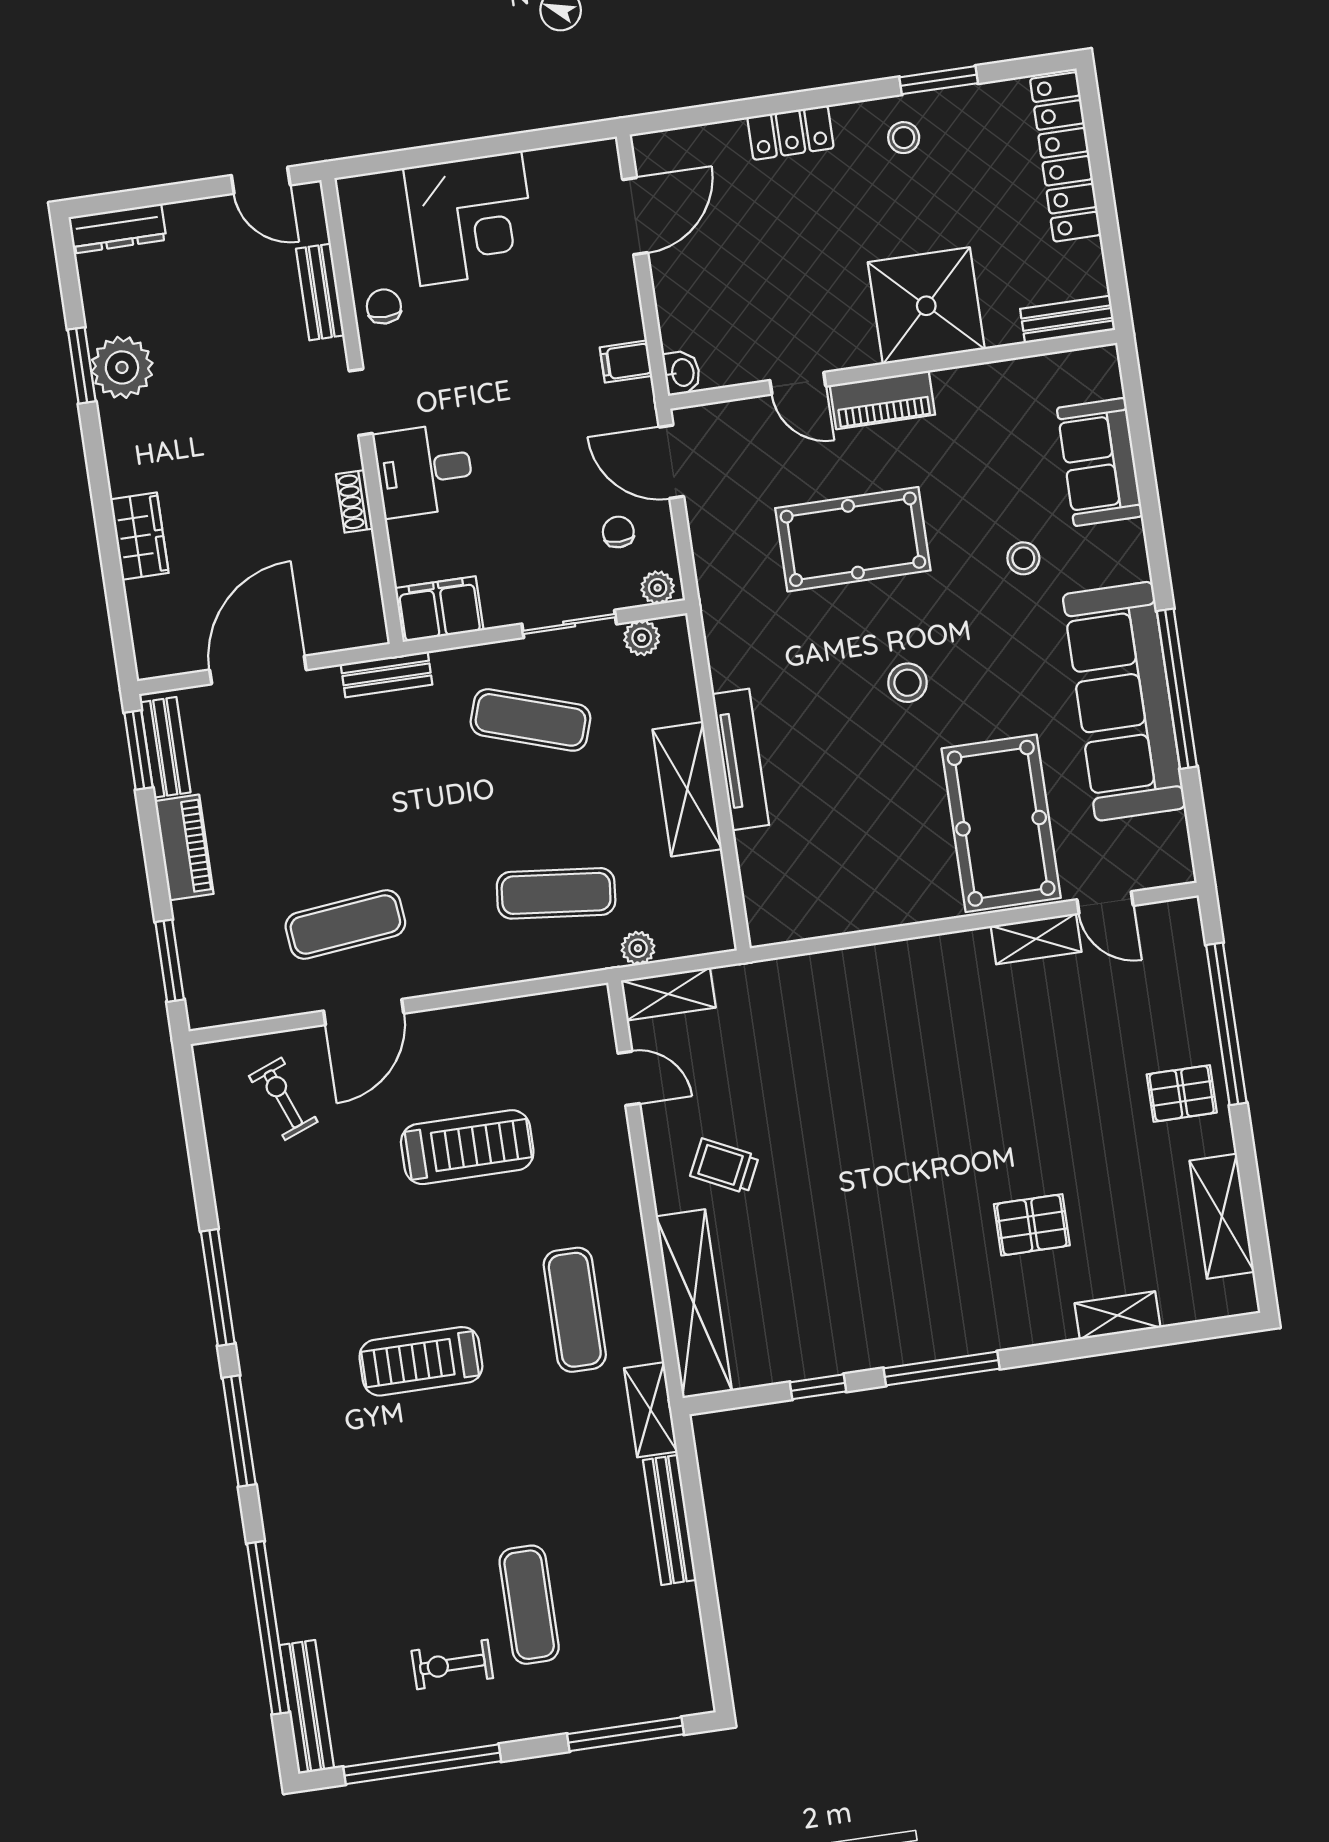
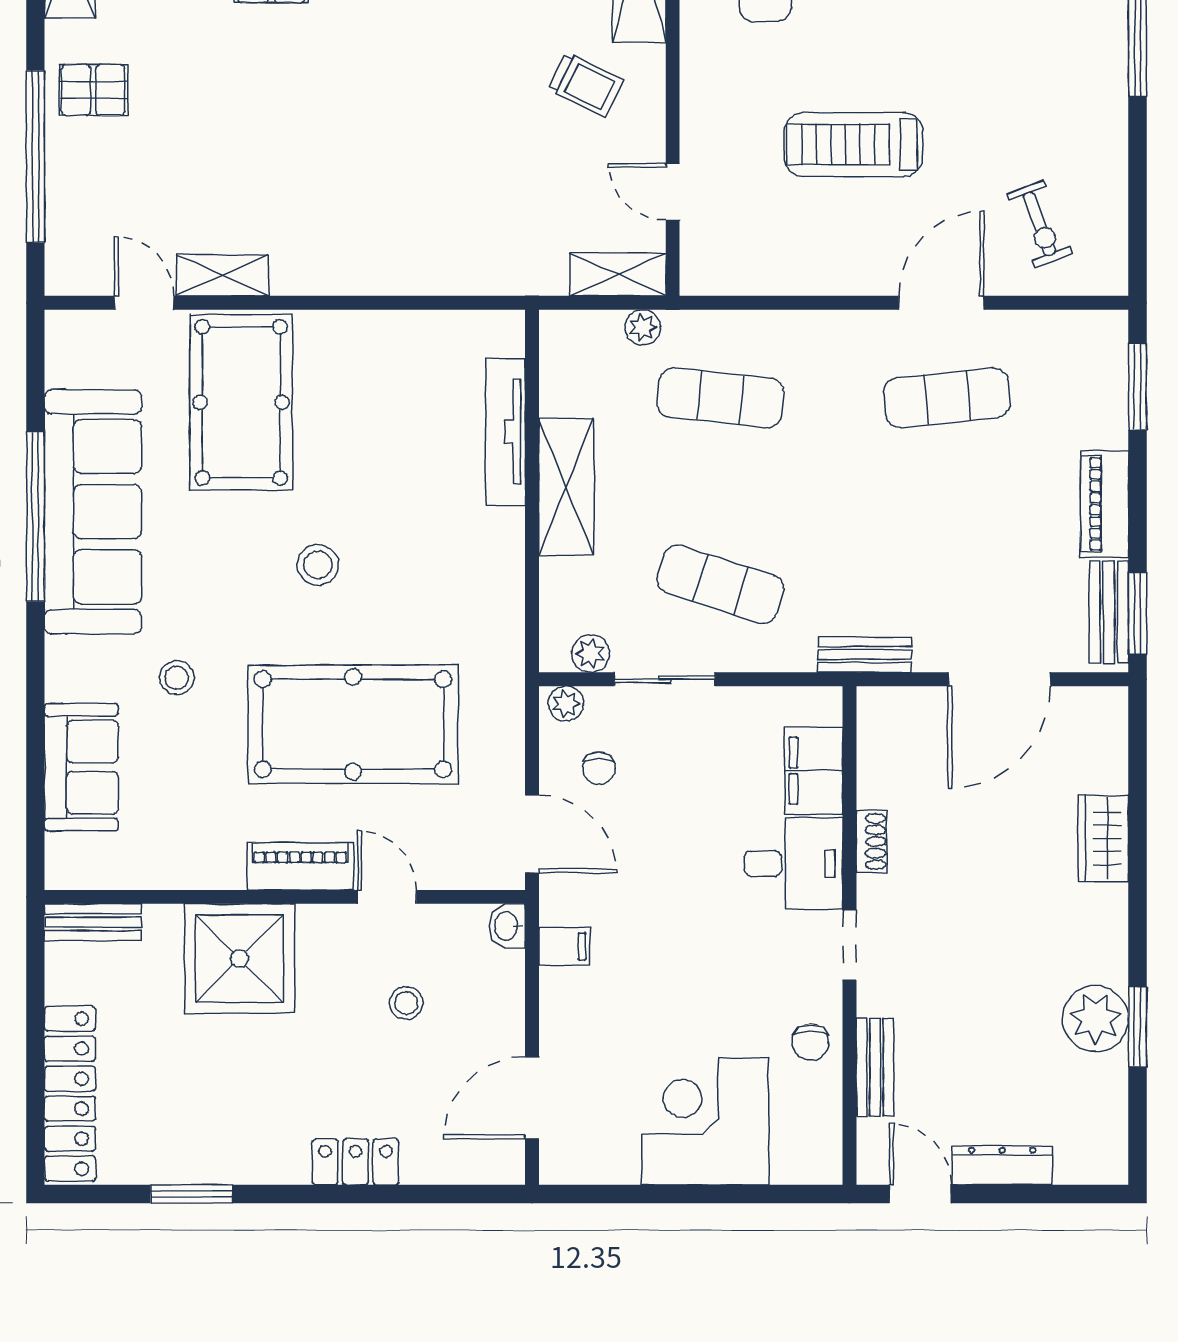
stool: (904, 138) -> (406, 1003), moved
dresser: (118, 229) -> (1002, 1165), moved
pool table: (853, 539) -> (353, 724), width x1.36, depth x1.32
filing cabinet: (439, 609) -> (814, 771), moved, turned 90
tv unit: (741, 760) -> (505, 432), moved

